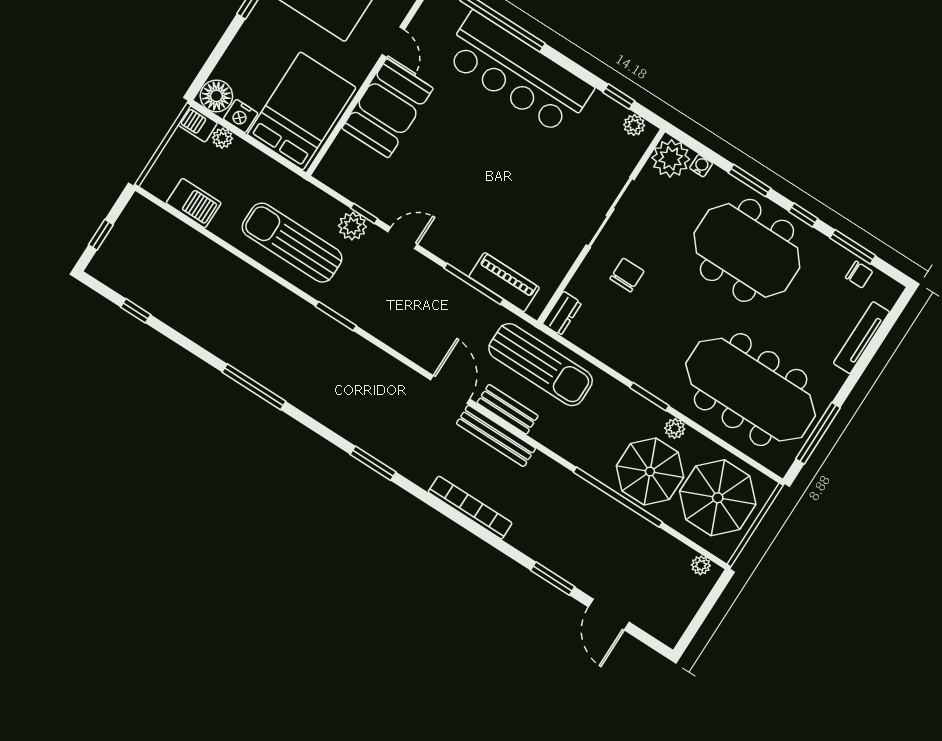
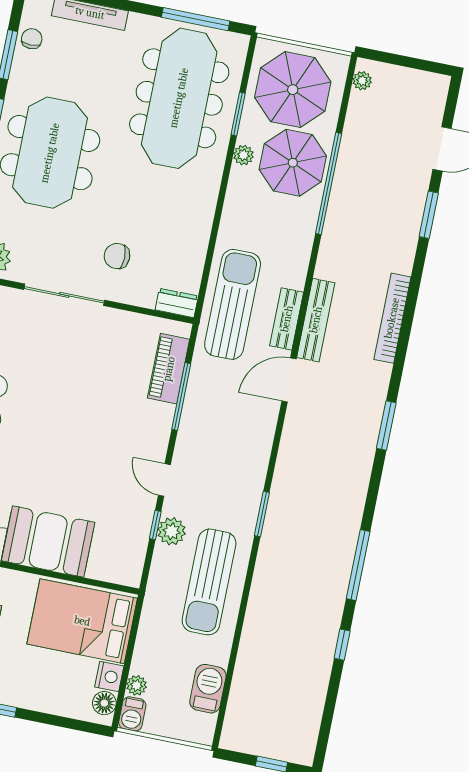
floor lamp: (216, 96) -> (104, 703), width x0.73, depth x0.73
window: (136, 311) -> (342, 645), moved
window: (649, 397) -> (238, 114), moved

